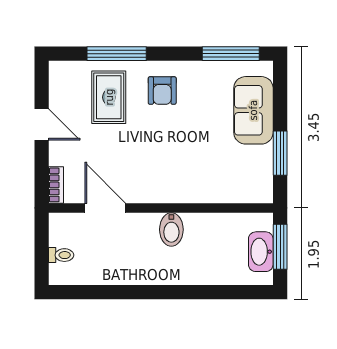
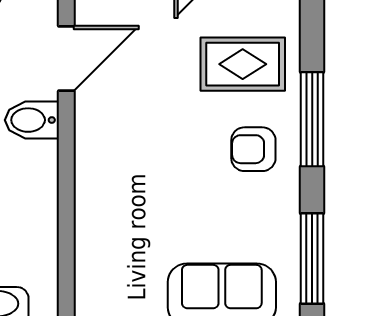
window: (117, 54) -> (312, 119), moved
bidet: (171, 230) -> (32, 120), moved

